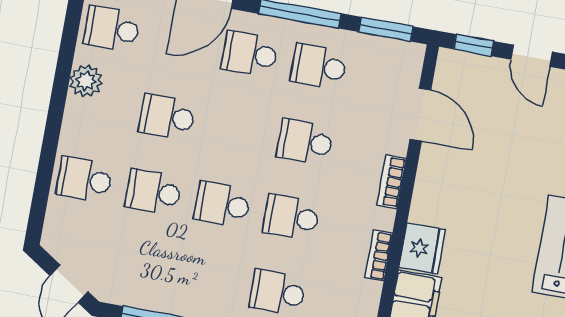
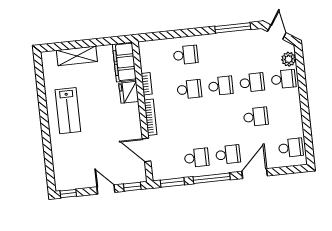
plant: (86, 81) -> (289, 59), moved
school desk: (305, 142) -> (193, 124), removed
bookcase: (392, 182) -> (150, 117), width x1.56

